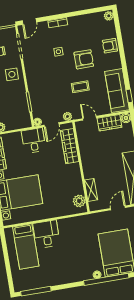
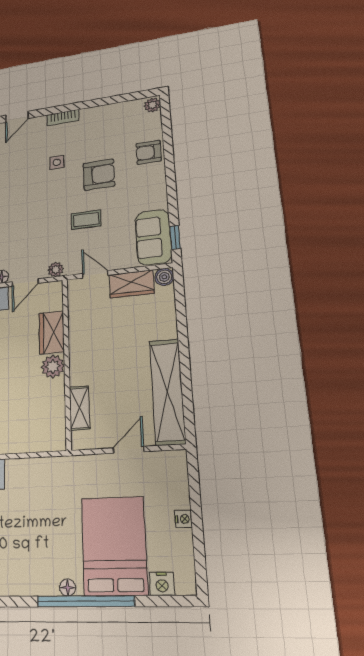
sofa: (117, 91) -> (153, 237), width x0.73
wardrobe: (70, 146) -> (52, 332), width x0.67
plant: (79, 201) -> (53, 366), moved

